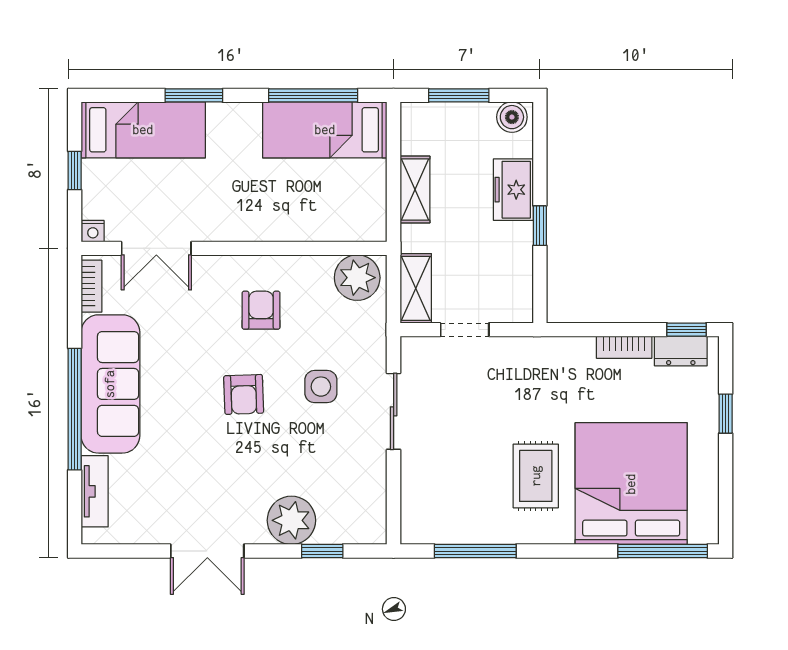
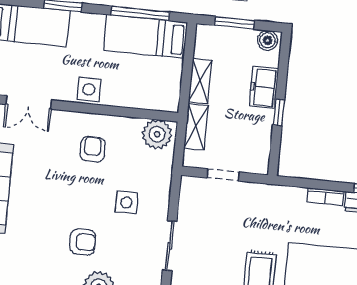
side table: (246, 219) -> (89, 89), added
shelving: (416, 288) -> (196, 127), moved
armchair: (244, 394) -> (83, 242), moved, turned -88
sliding door: (394, 411) -> (170, 246), moved

